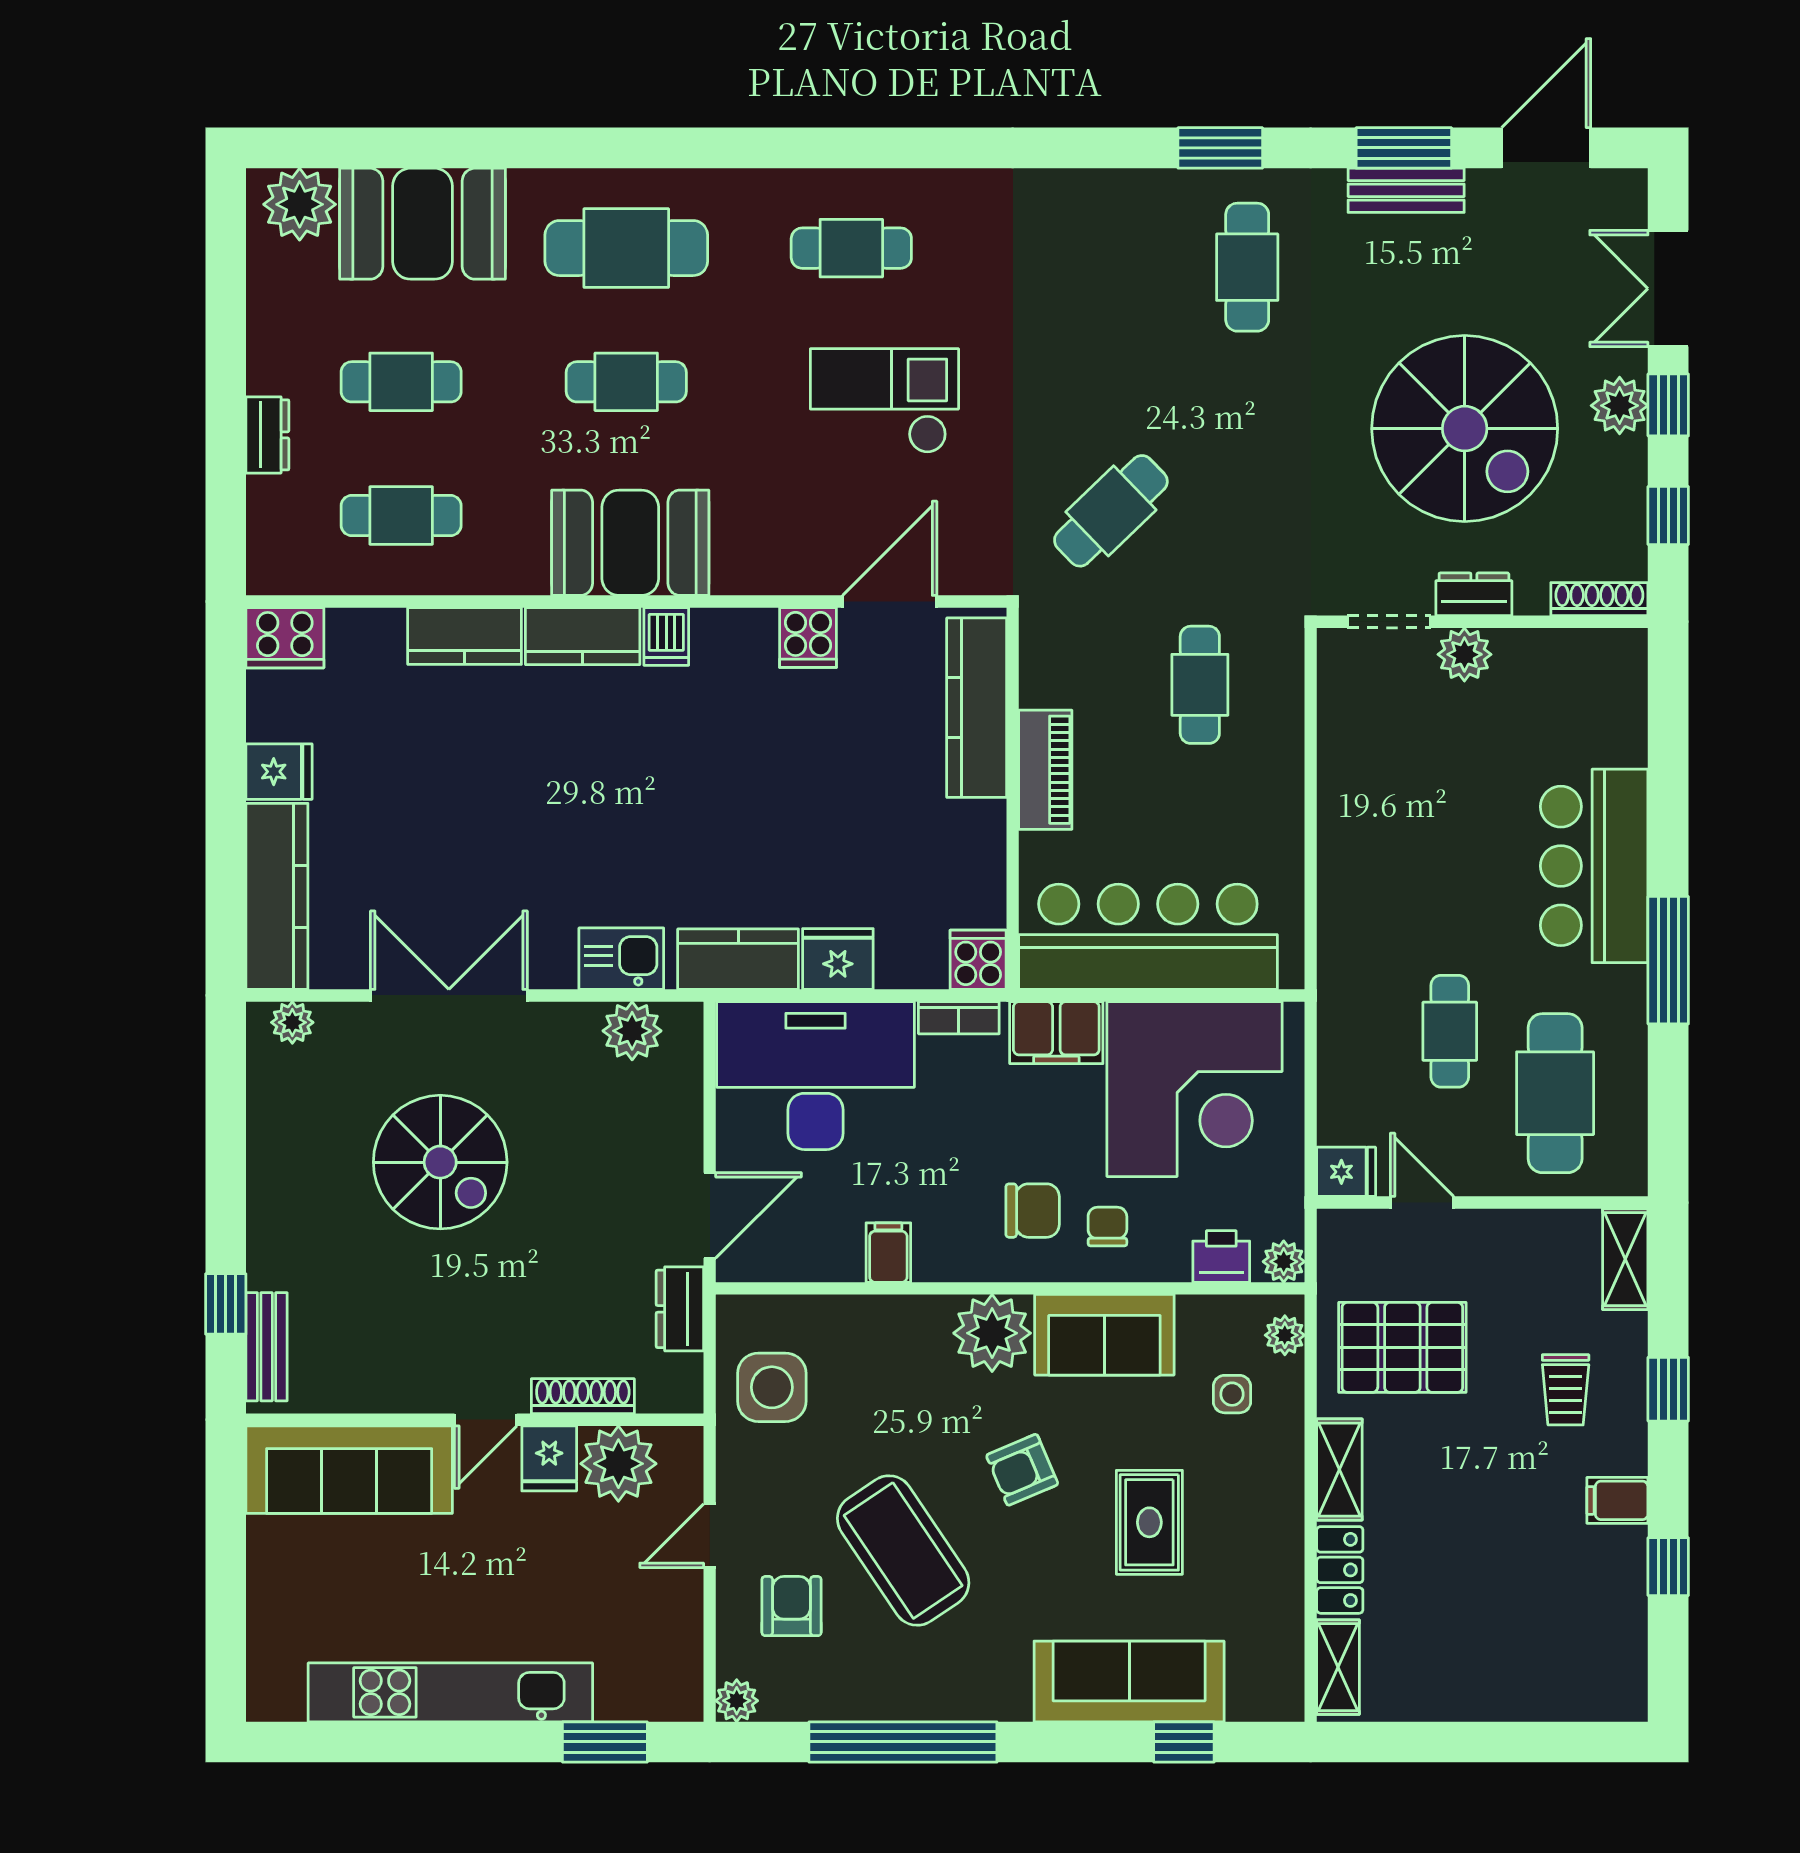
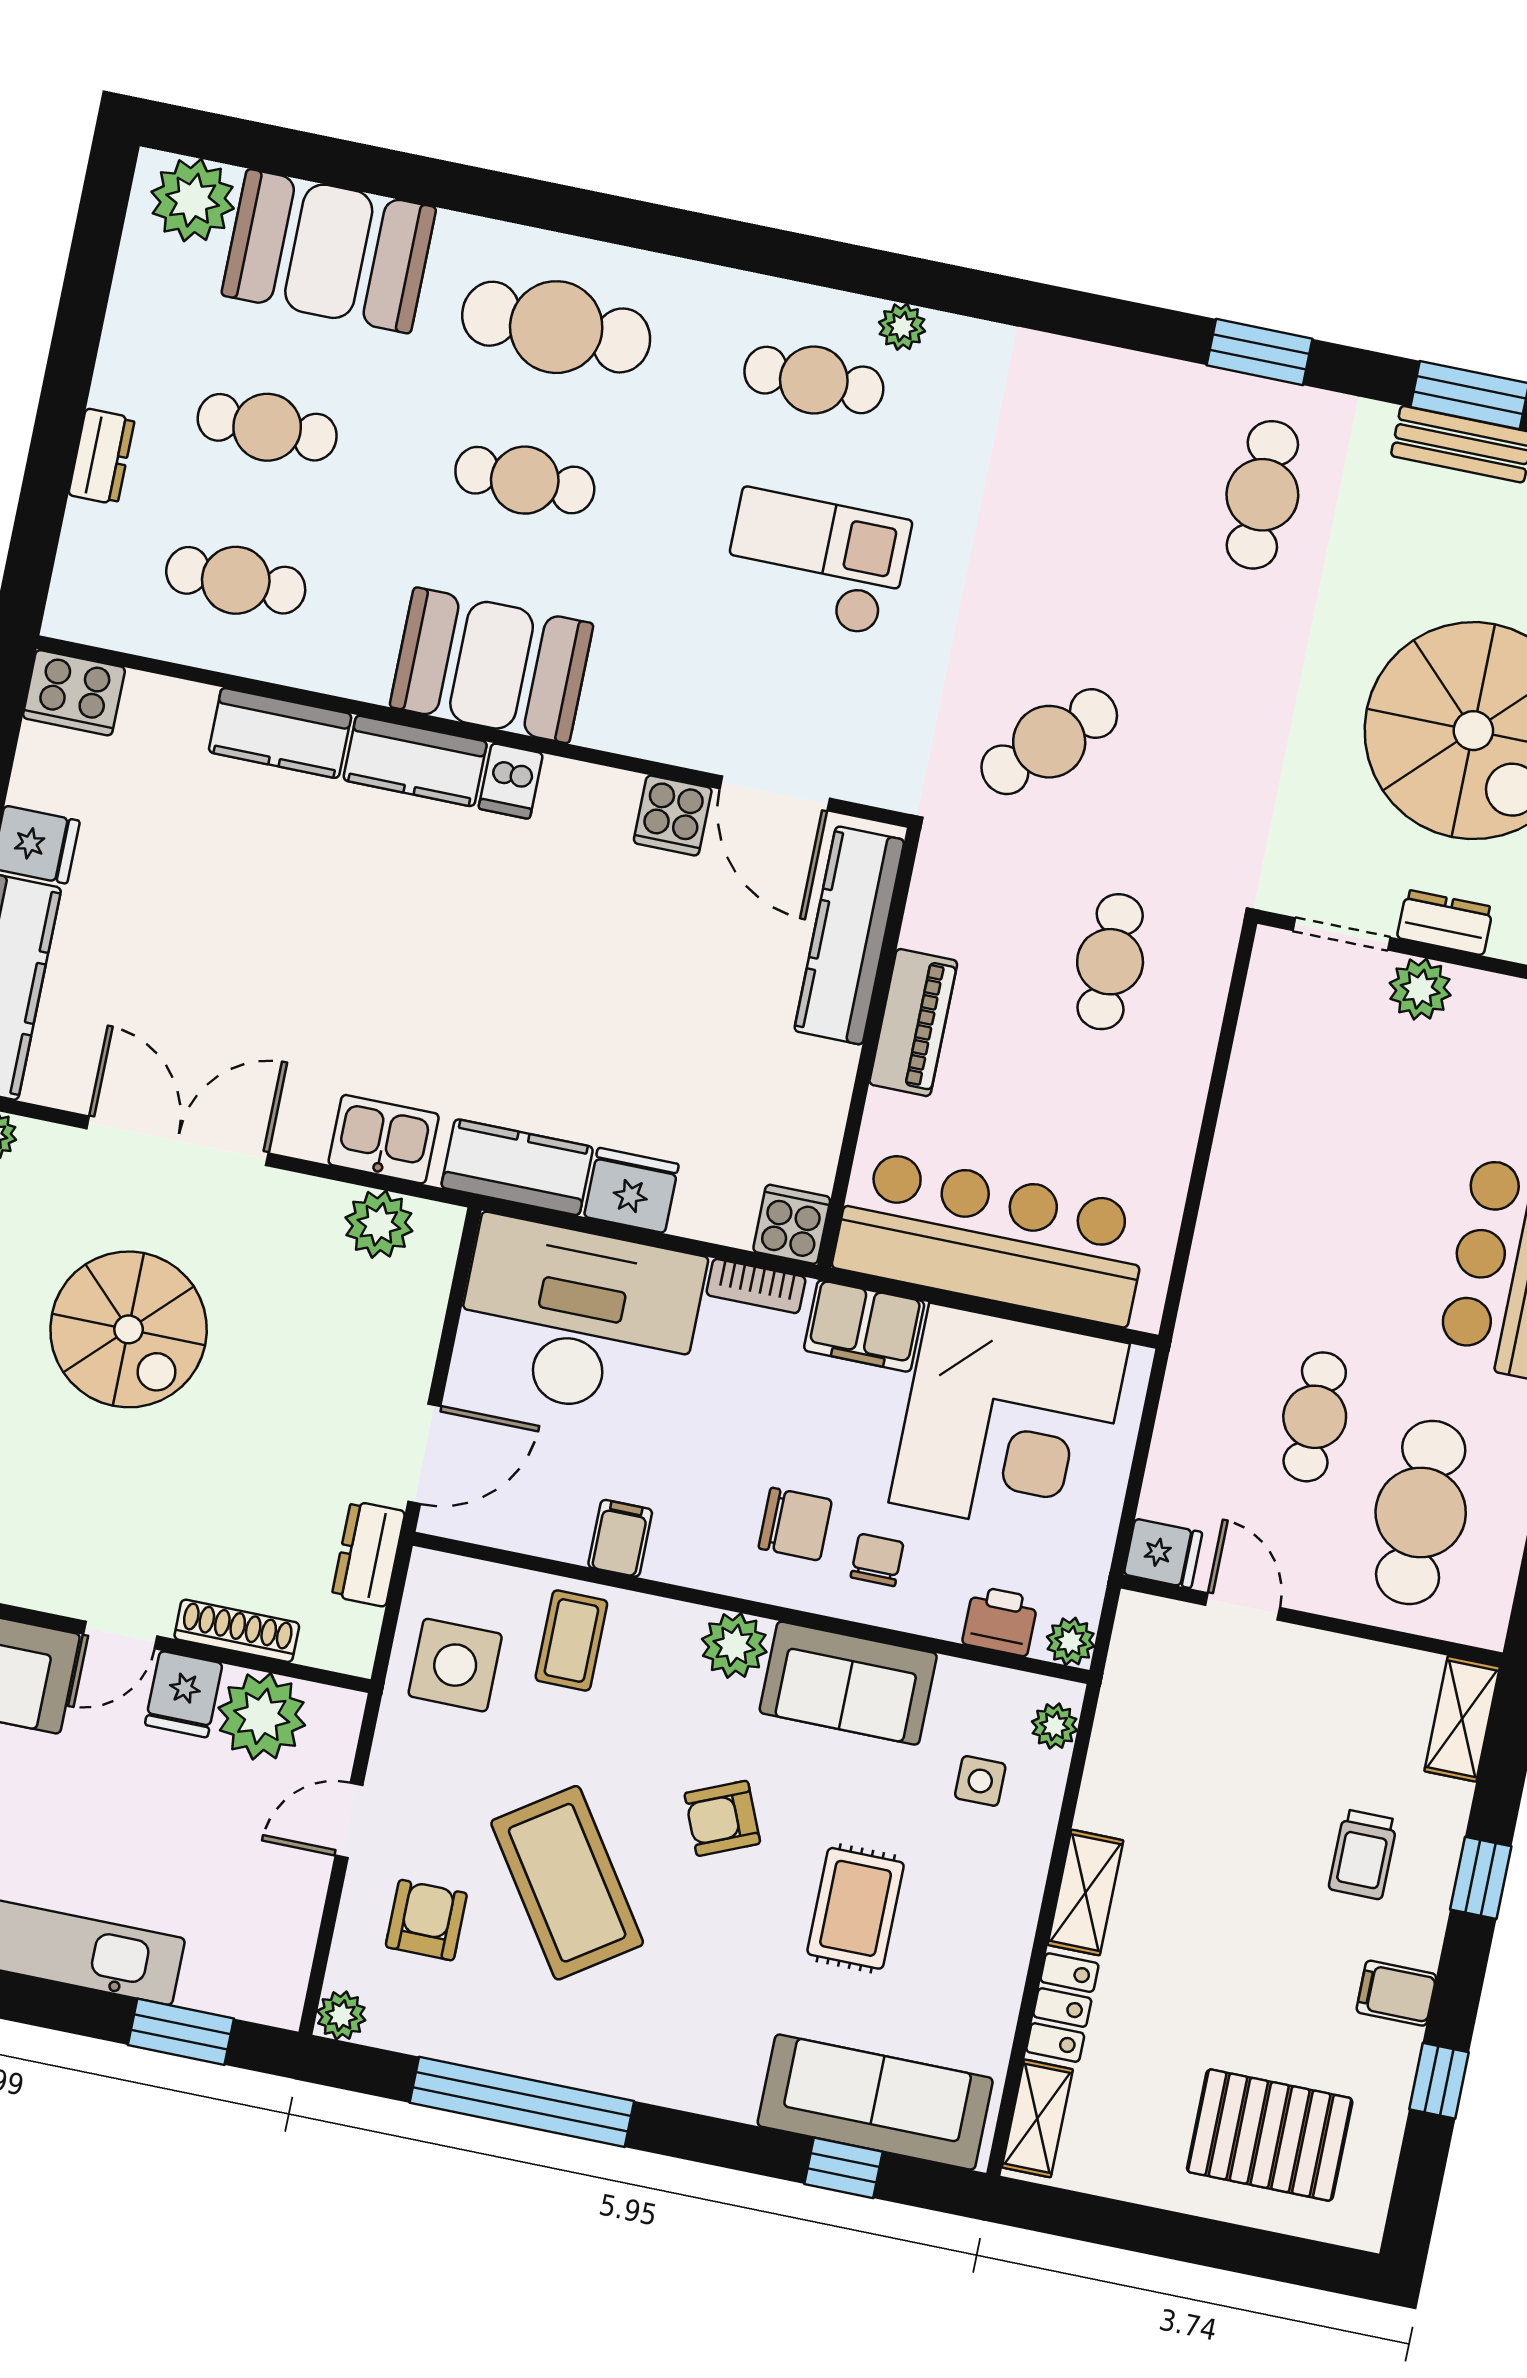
plant: (916, 188) -> (902, 327), added
door: (890, 602) -> (775, 793), swing flipped
plant: (992, 1333) -> (734, 1645), width x0.73, depth x0.73
coffee table: (865, 1347) -> (571, 1640), added
pallet: (1402, 1347) -> (1270, 2135), moved
sofa: (1129, 1681) -> (875, 2102), moved

